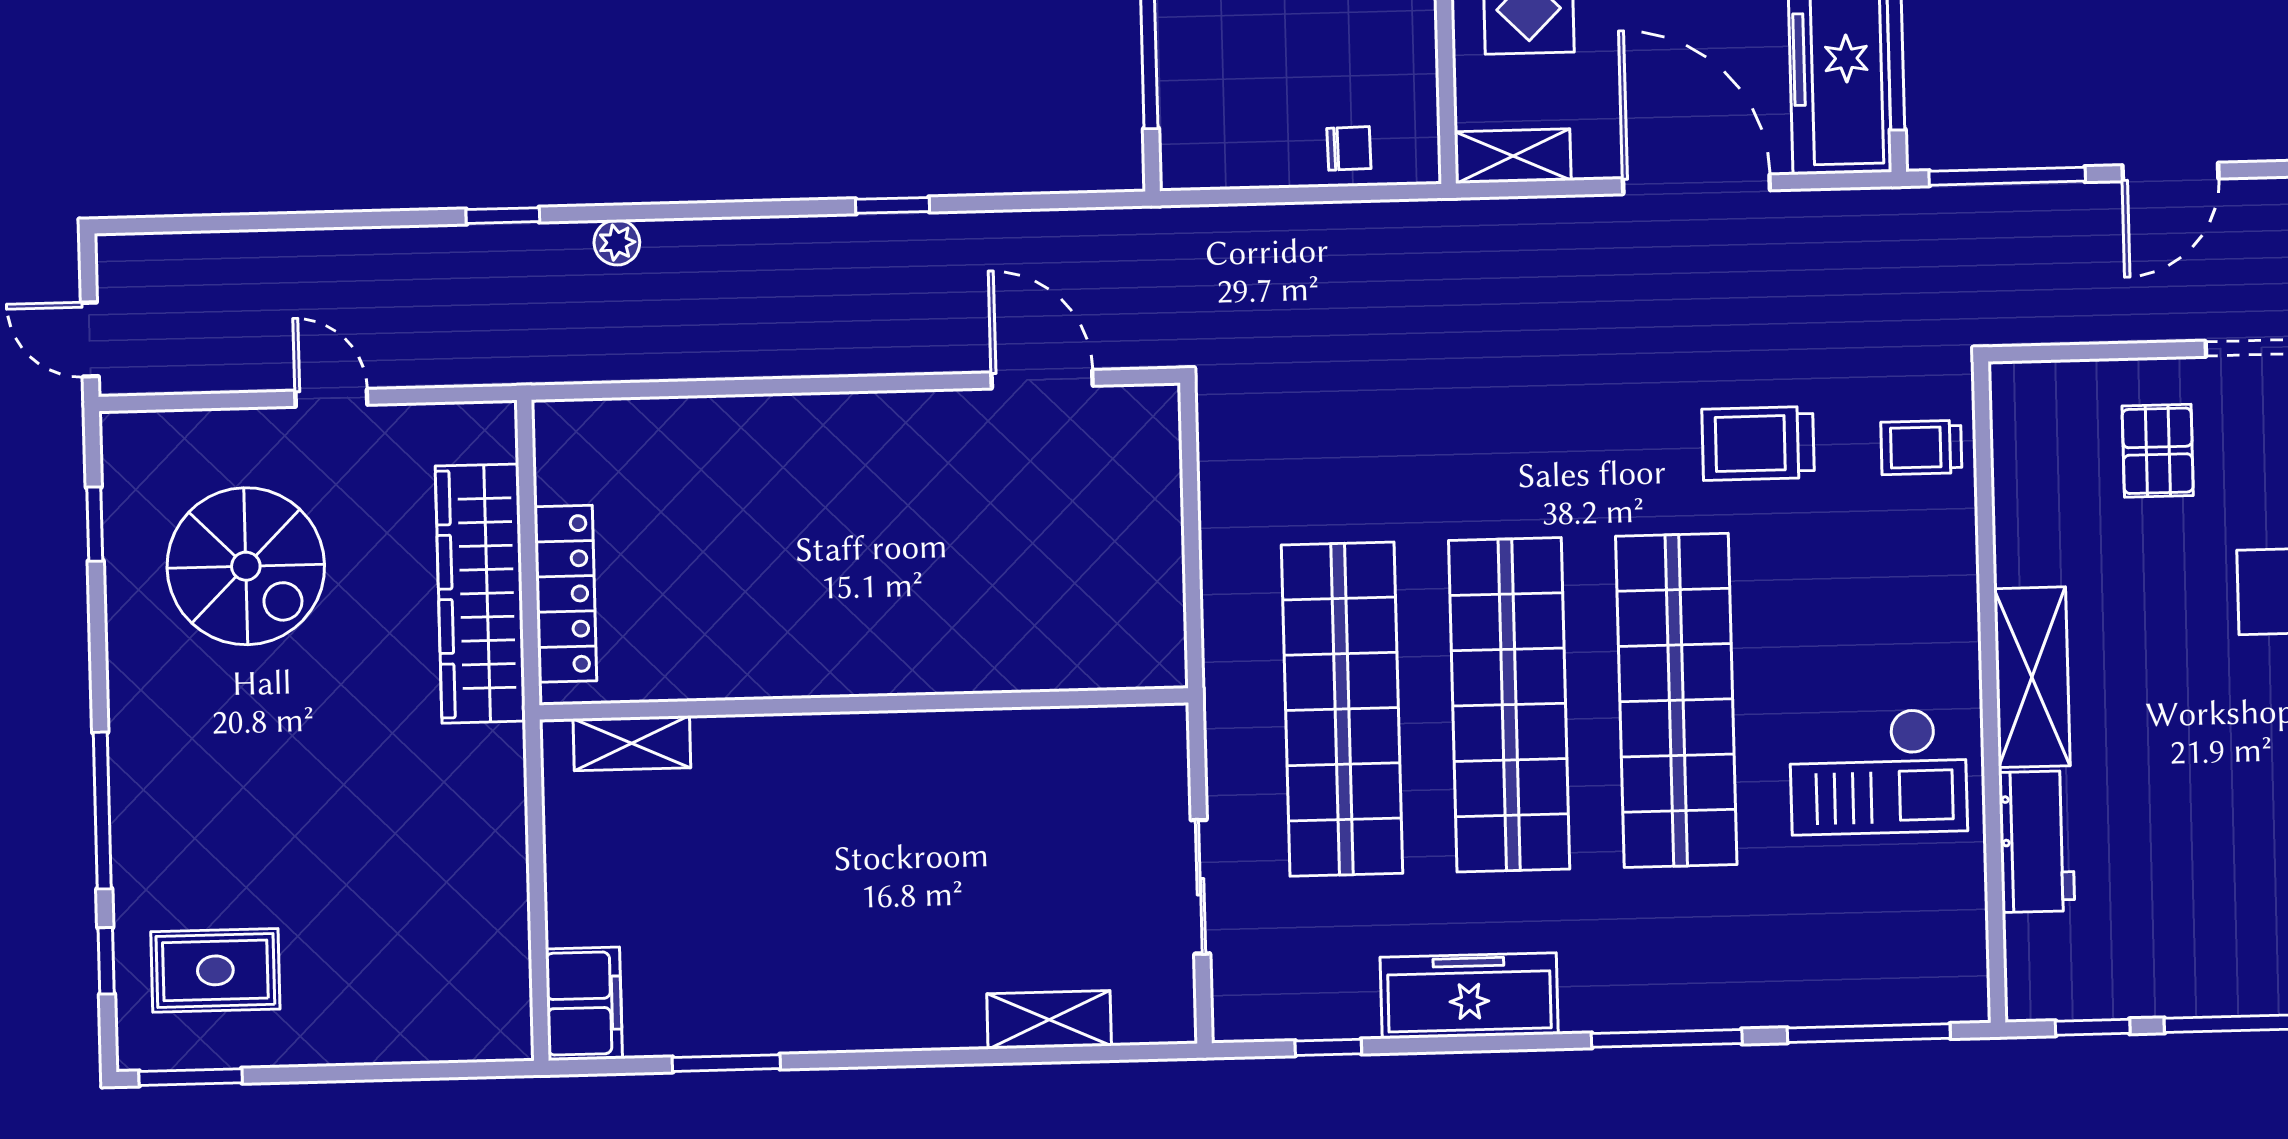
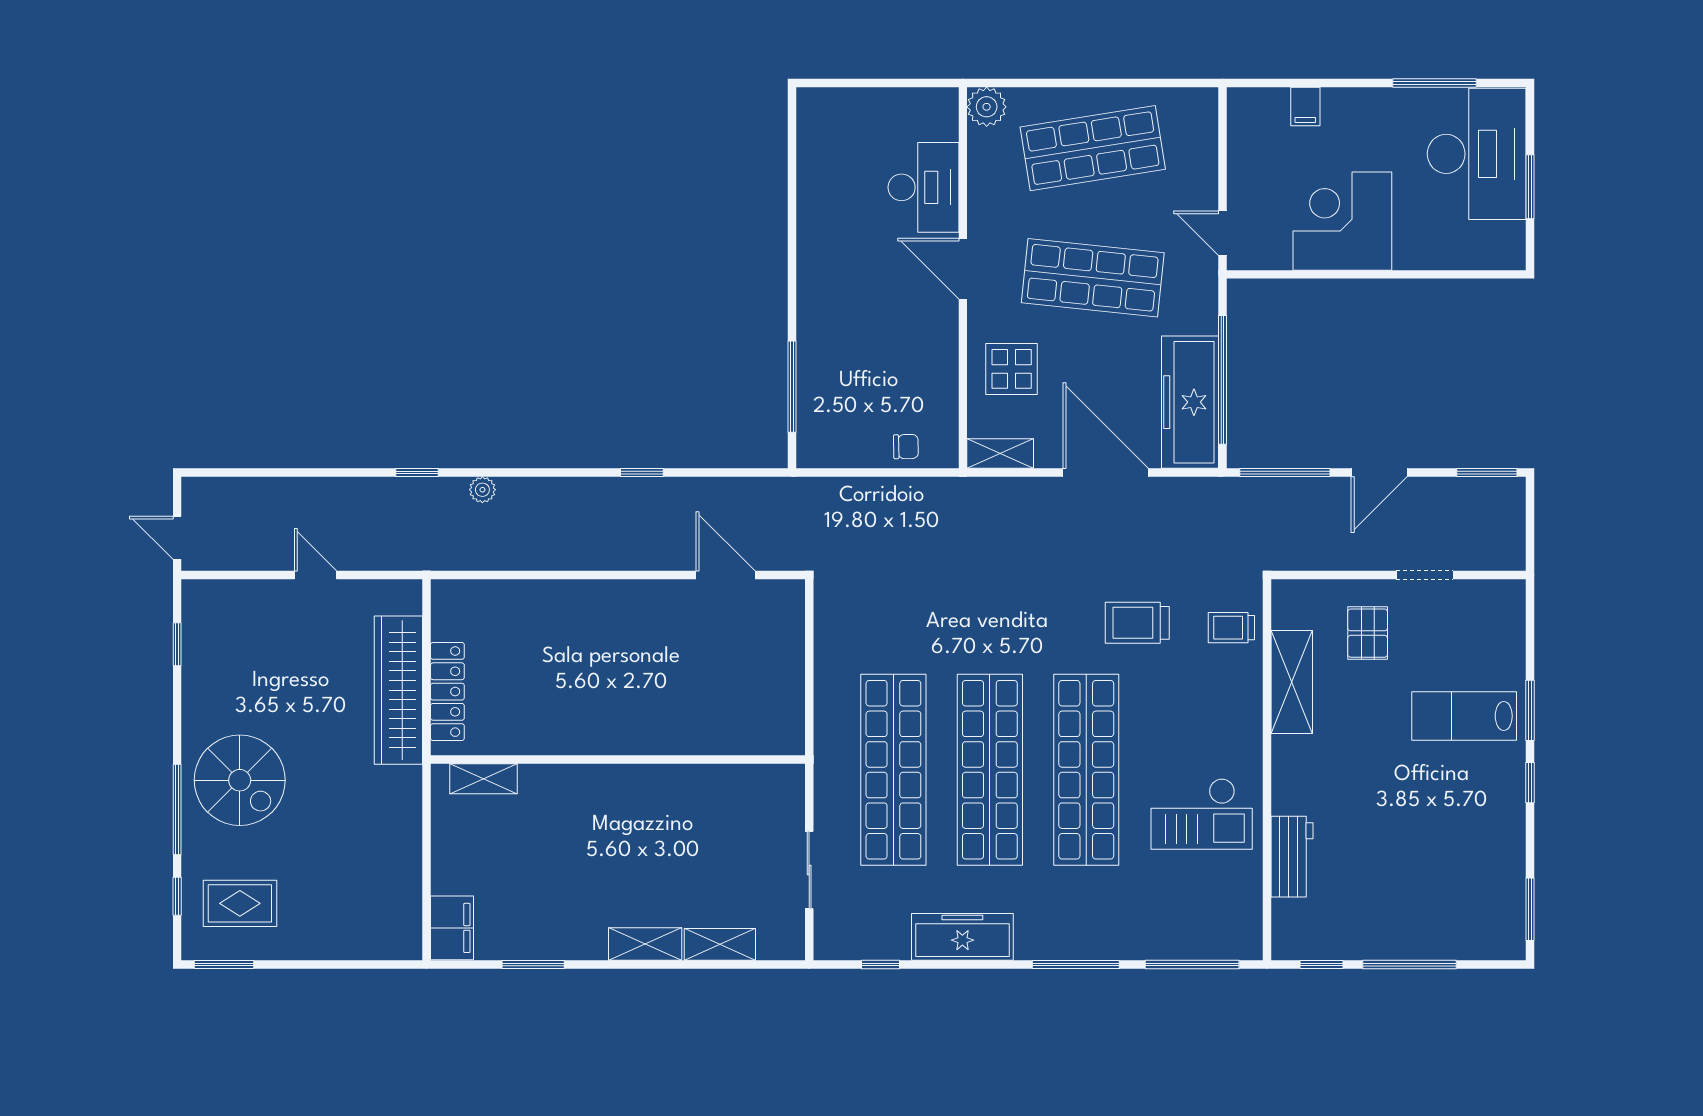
spiral stairs: (246, 566) -> (240, 780), moved
shelving: (2032, 677) -> (1292, 682), moved
shelving: (919, 1022) -> (645, 944), added

